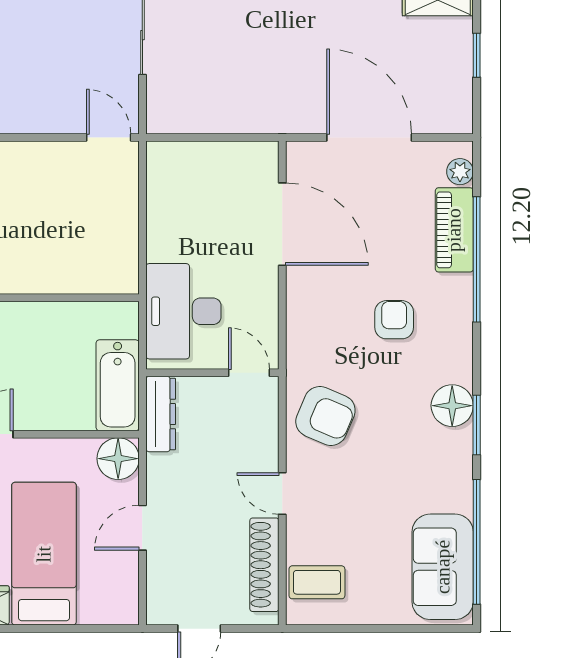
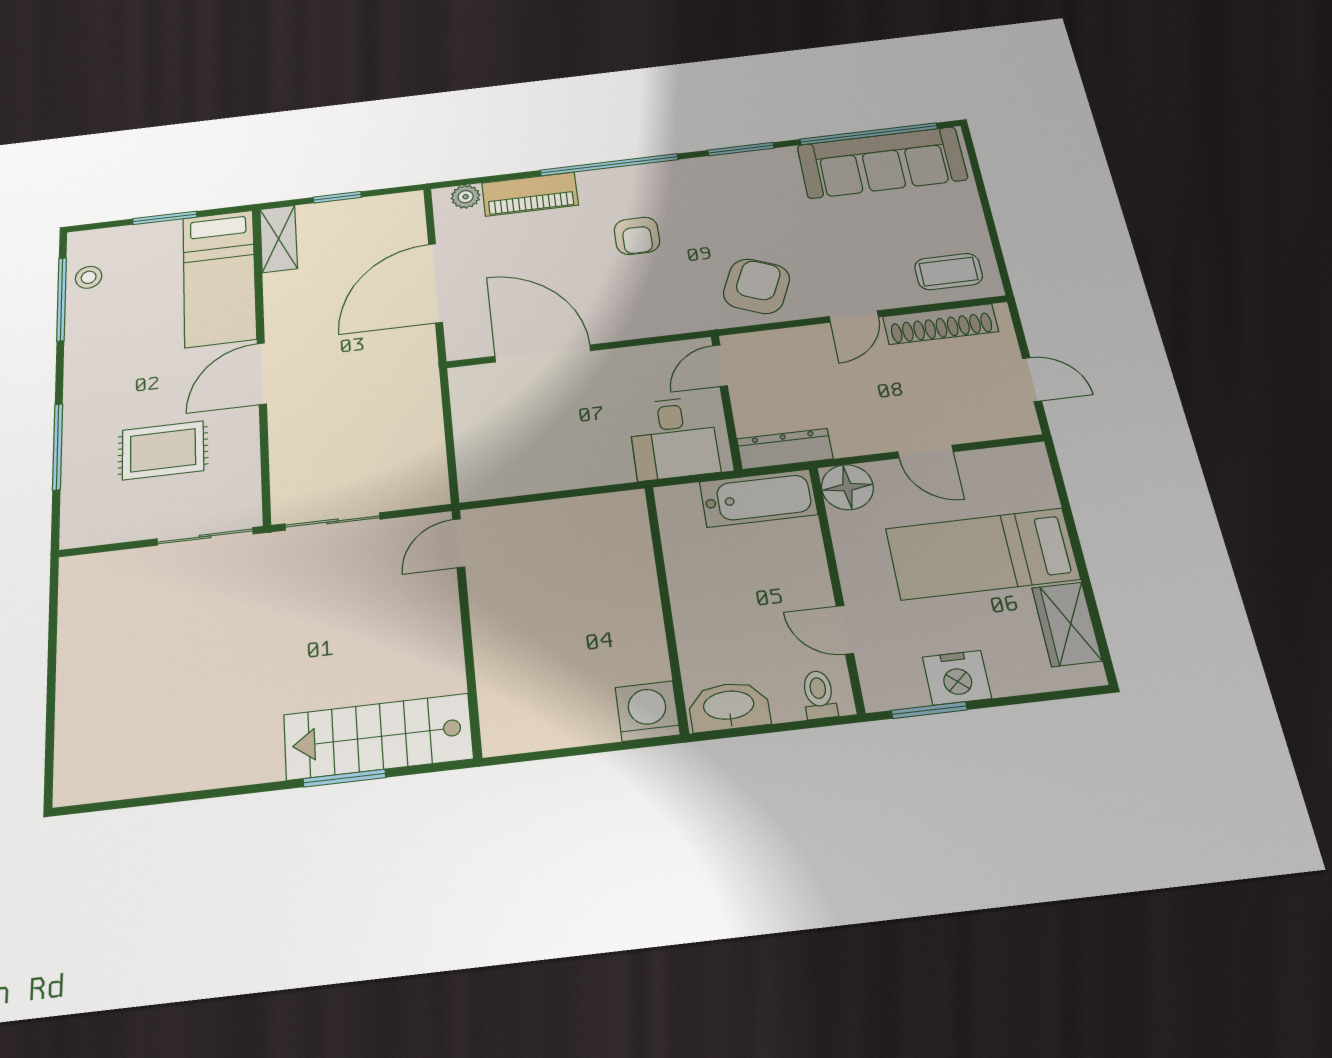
door: (282, 224) -> (543, 353), hinge flipped
window: (477, 259) -> (609, 165), moved
desk: (183, 311) -> (674, 438), width x0.73
armchair: (394, 320) -> (637, 236), turned -90
floor lamp: (452, 406) -> (724, 173), removed
sofa: (443, 567) -> (882, 163), width x1.36
coffee table: (317, 582) -> (949, 272), turned 90

